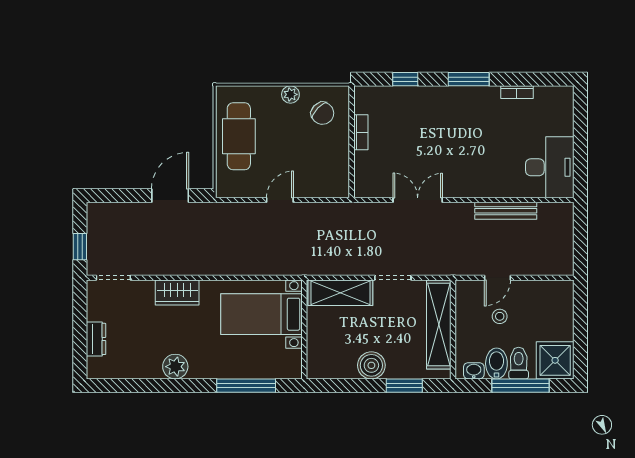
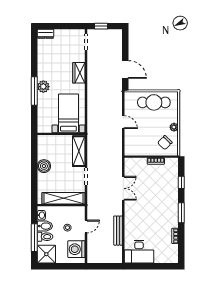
door: (497, 278) -> (86, 227), swing flipped
washing machine: (545, 298) -> (76, 249), added
dresser: (96, 339) -> (46, 34), moved
plant: (175, 367) -> (43, 87), moved
window: (246, 386) -> (34, 91), moved
window: (404, 386) -> (34, 182), removed

